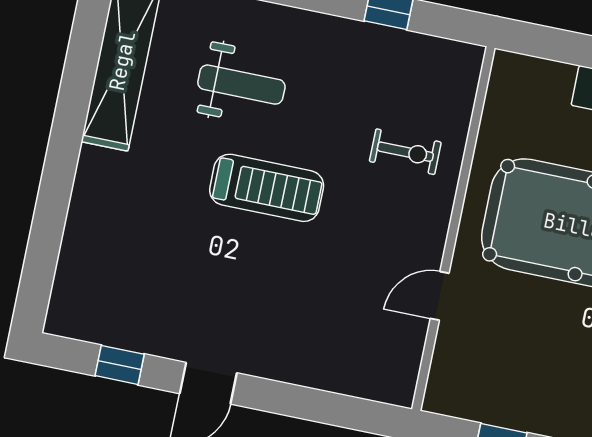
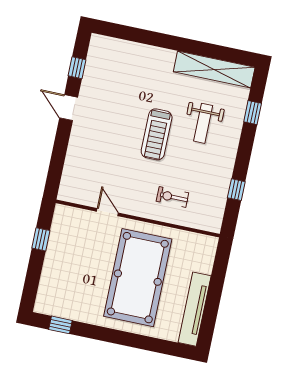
exercise bike: (405, 152) -> (172, 197), turned 90

